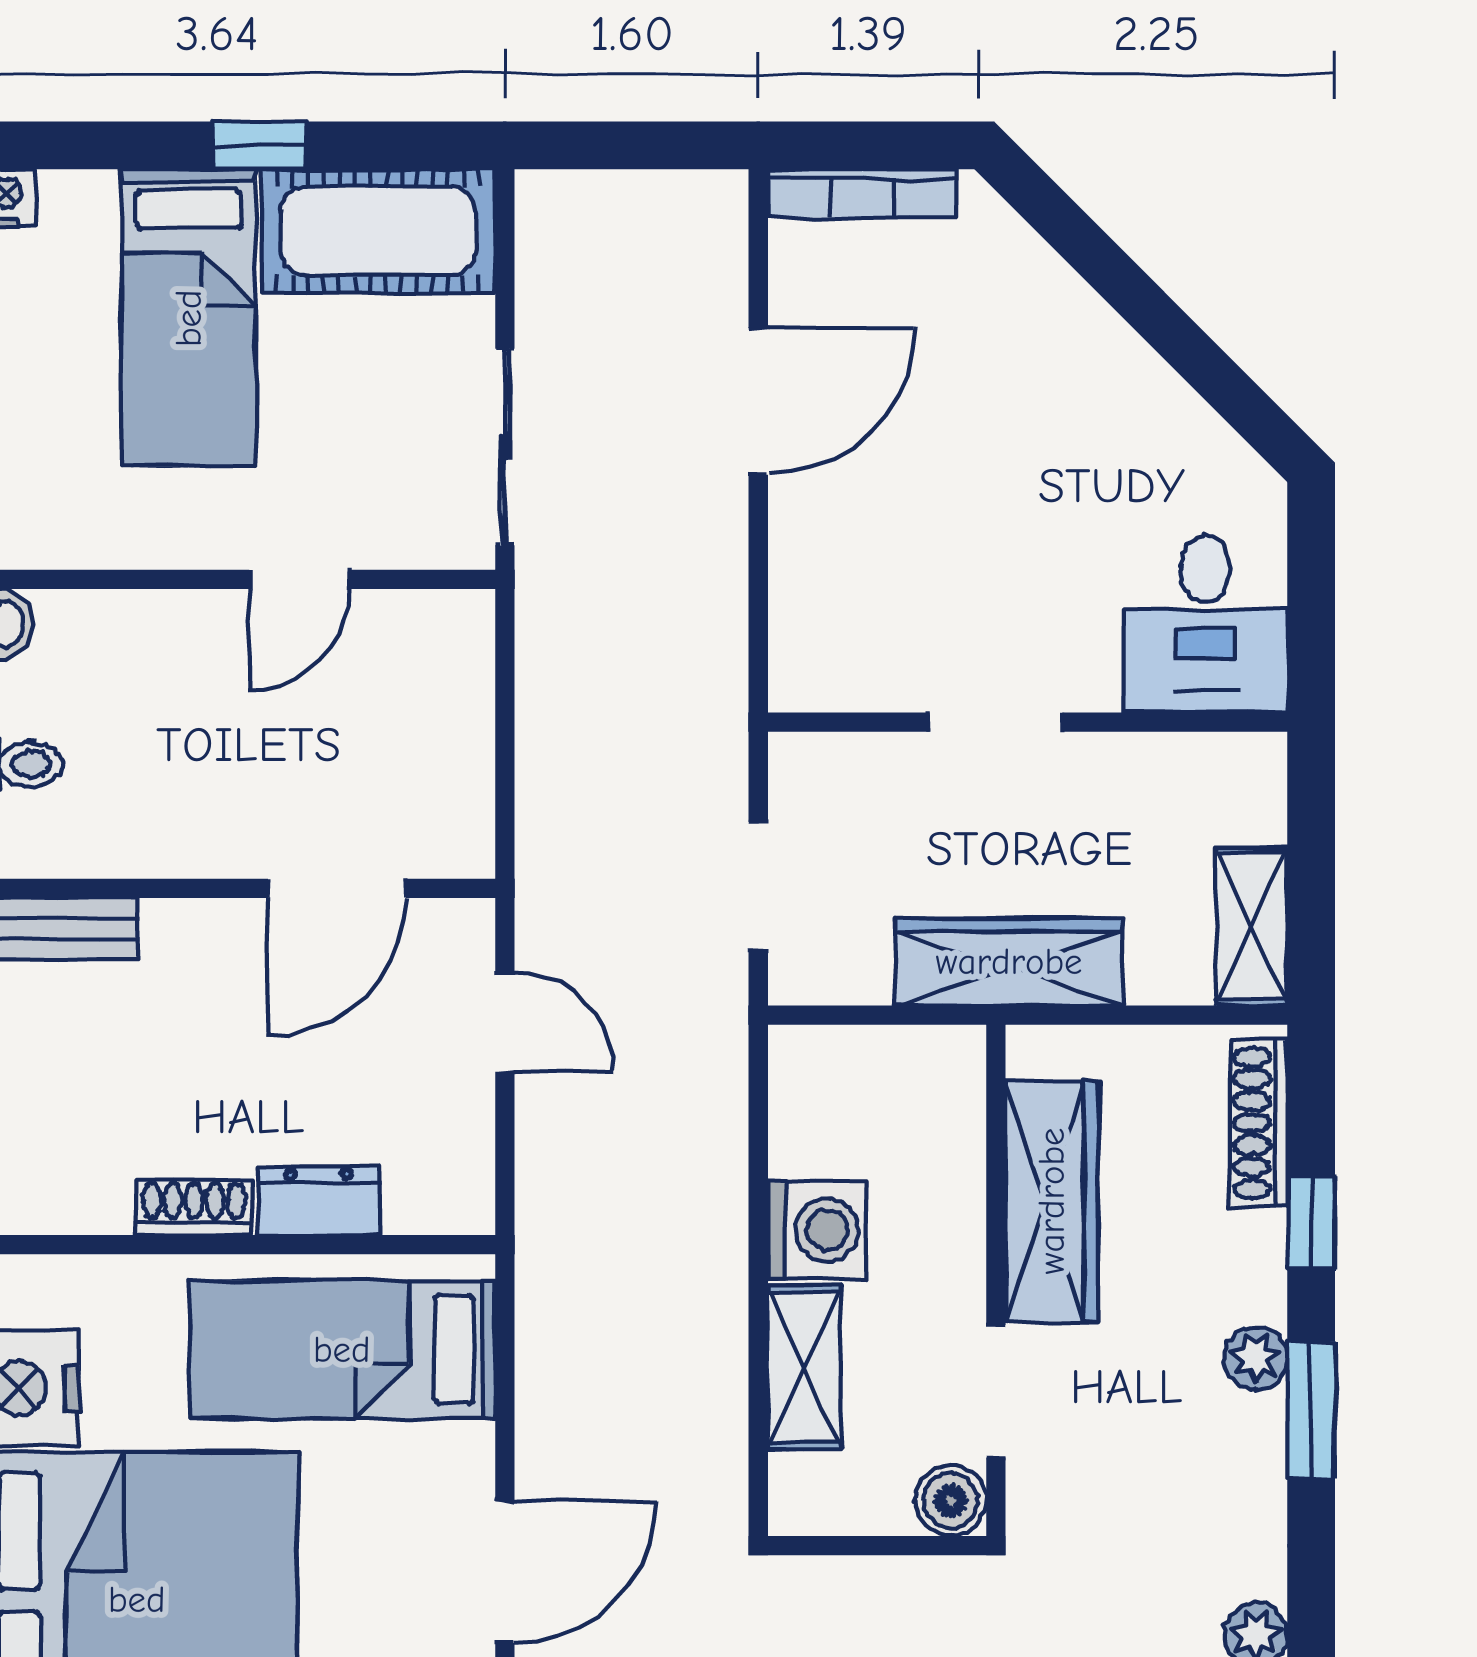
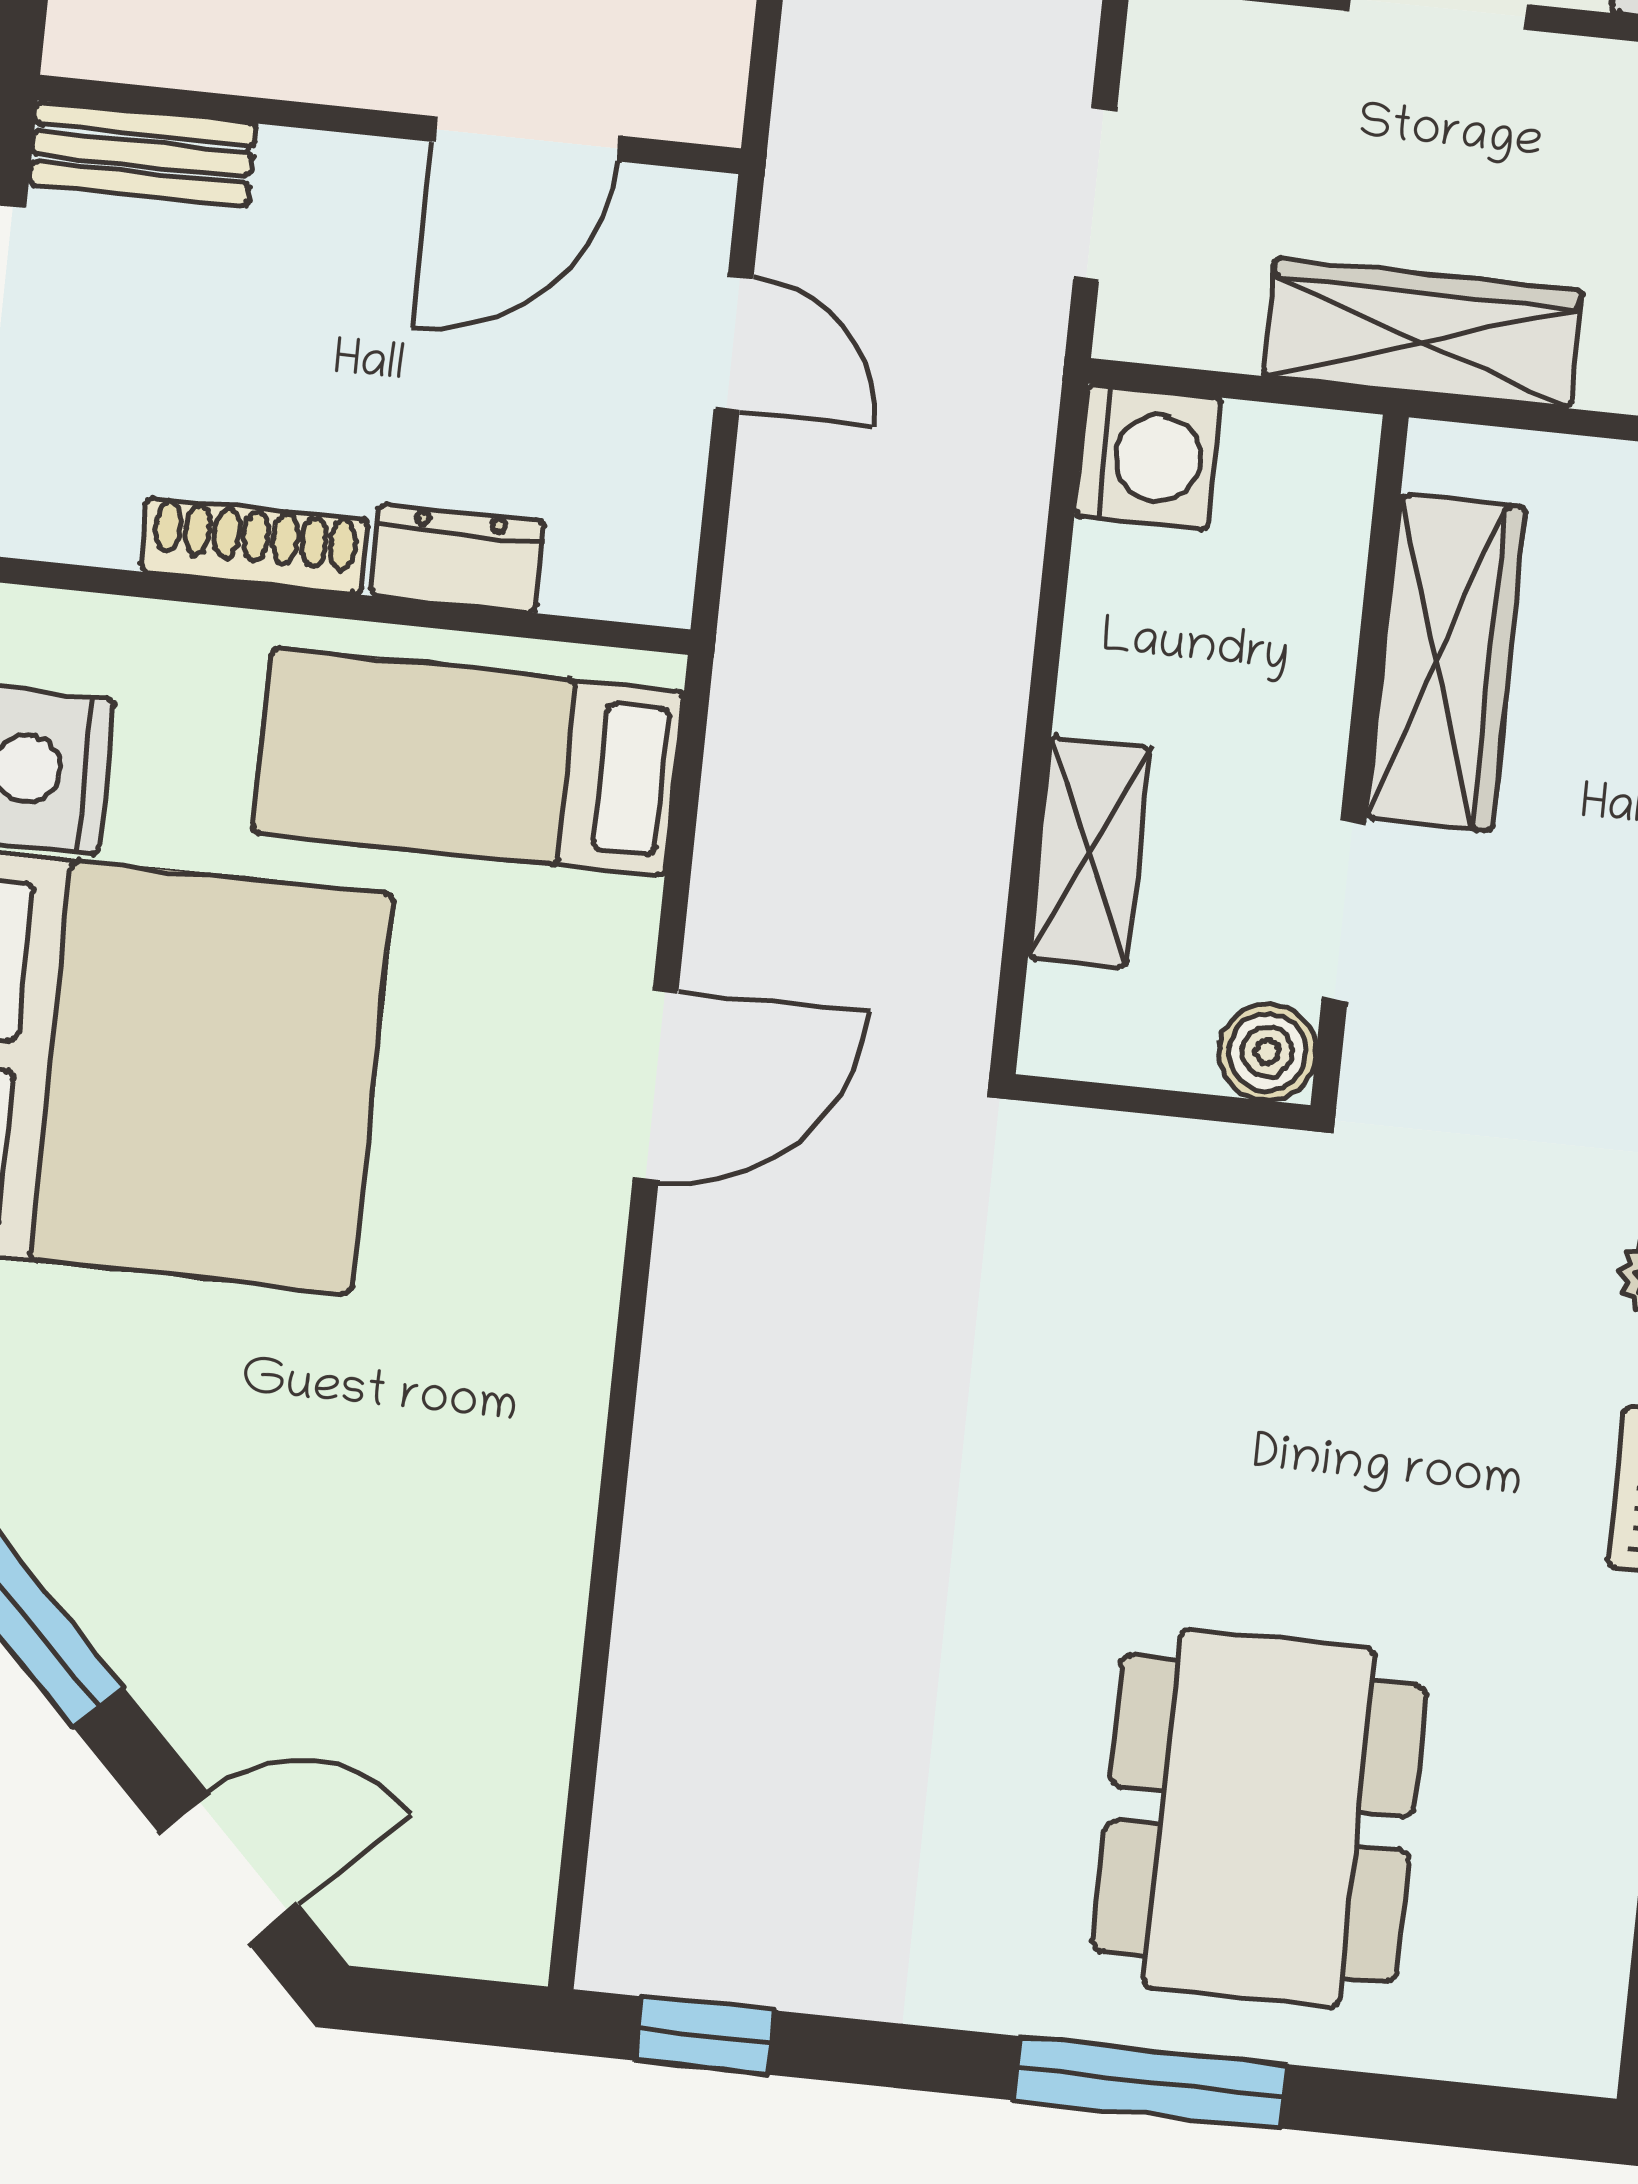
shoe rack: (194, 1207) -> (255, 546), width x1.43
washing machine: (817, 1230) -> (1148, 457), moved

